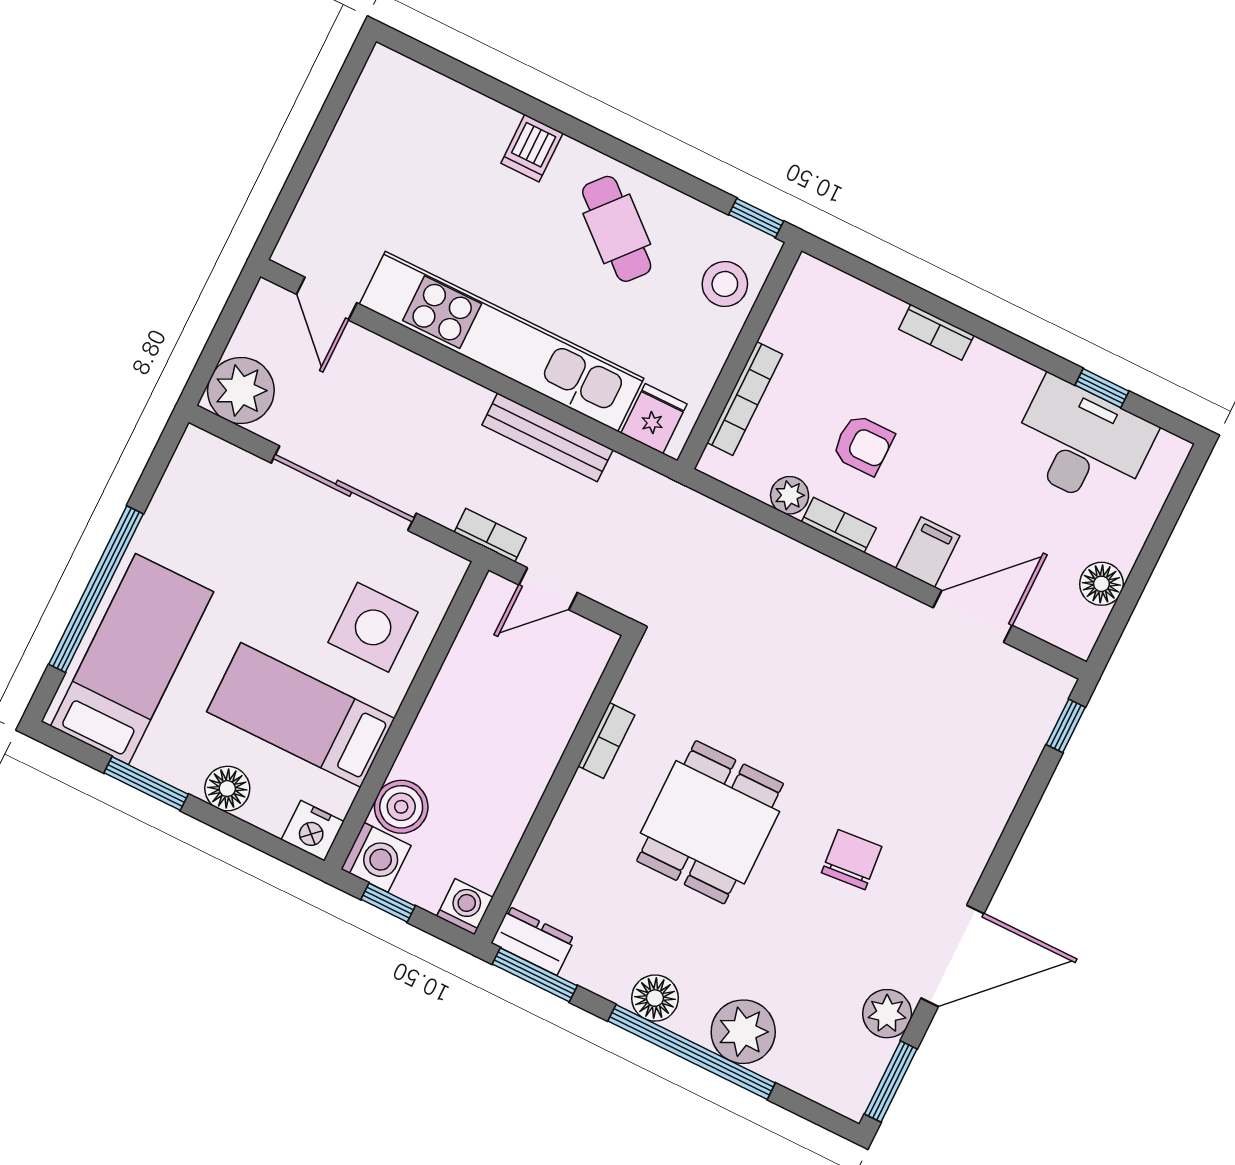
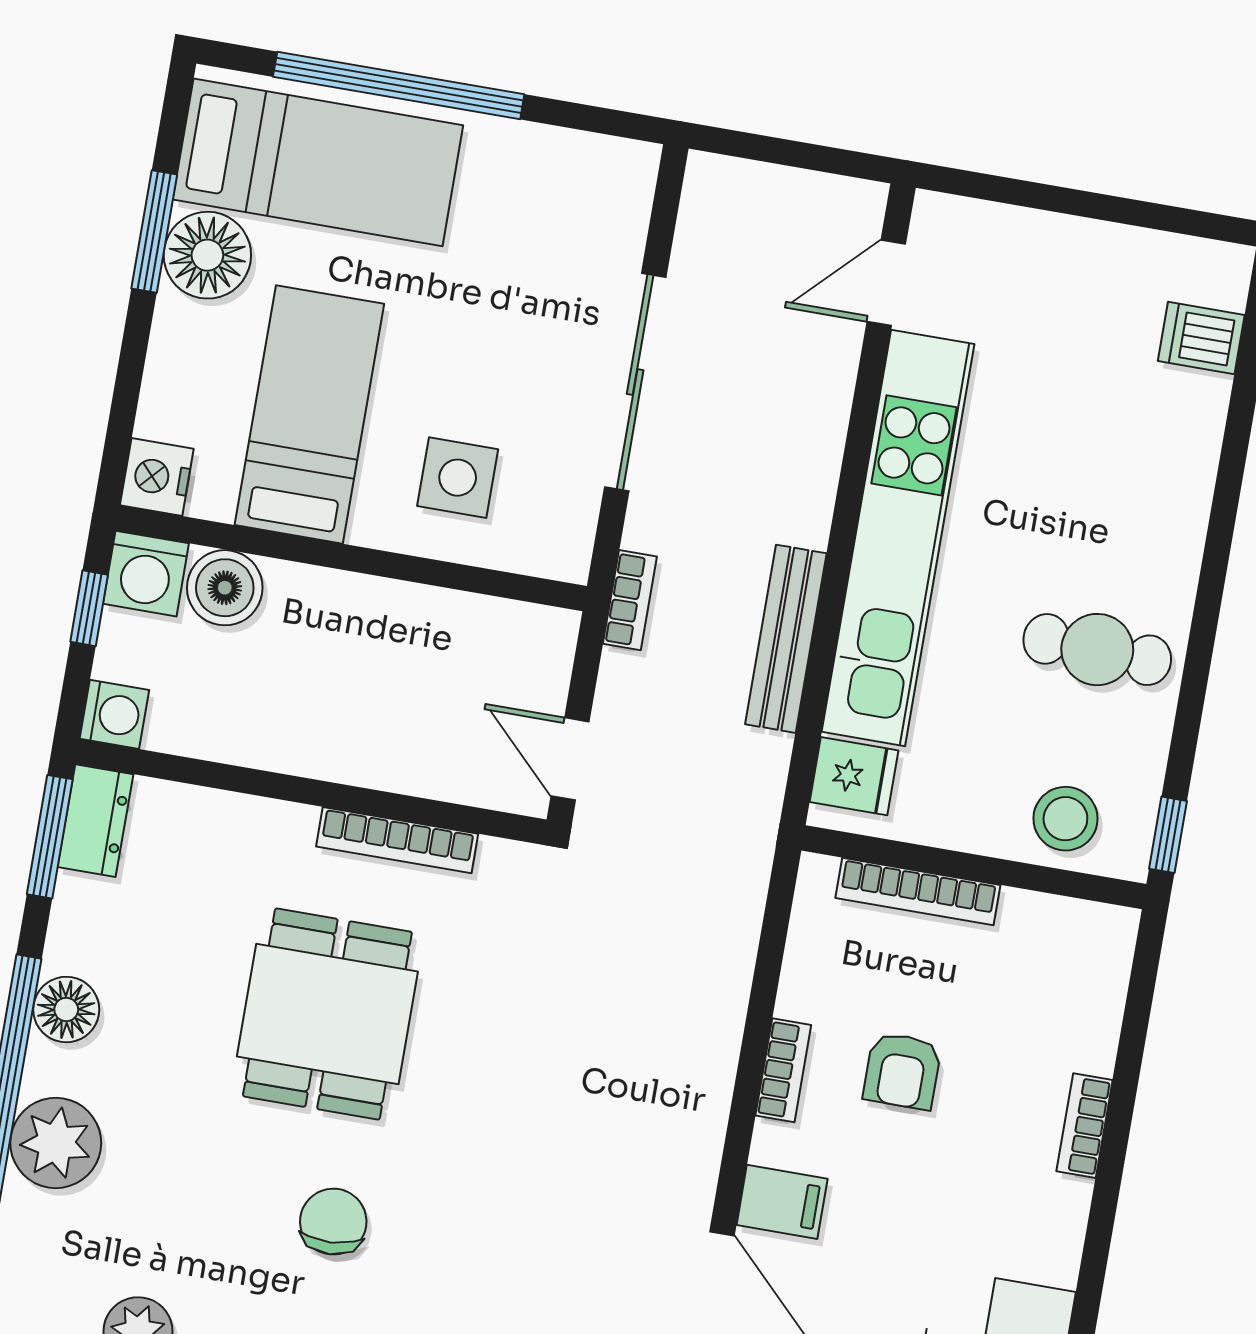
dishwasher: (532, 148) -> (1201, 338), moved
cafe table: (617, 229) -> (1097, 650), turned 51
plant: (241, 390) -> (727, 203), removed
plant: (790, 495) -> (804, 991), removed
door: (548, 589) -> (570, 759), moved
side table: (373, 627) -> (458, 478), width x0.73, depth x0.73
bookcase: (606, 740) -> (397, 840), width x1.56
floor lamp: (227, 789) -> (207, 255), moved, width x1.38, depth x1.38
dining table: (710, 822) -> (327, 1014), turned 90
chair: (852, 860) -> (333, 1222), turned -88

